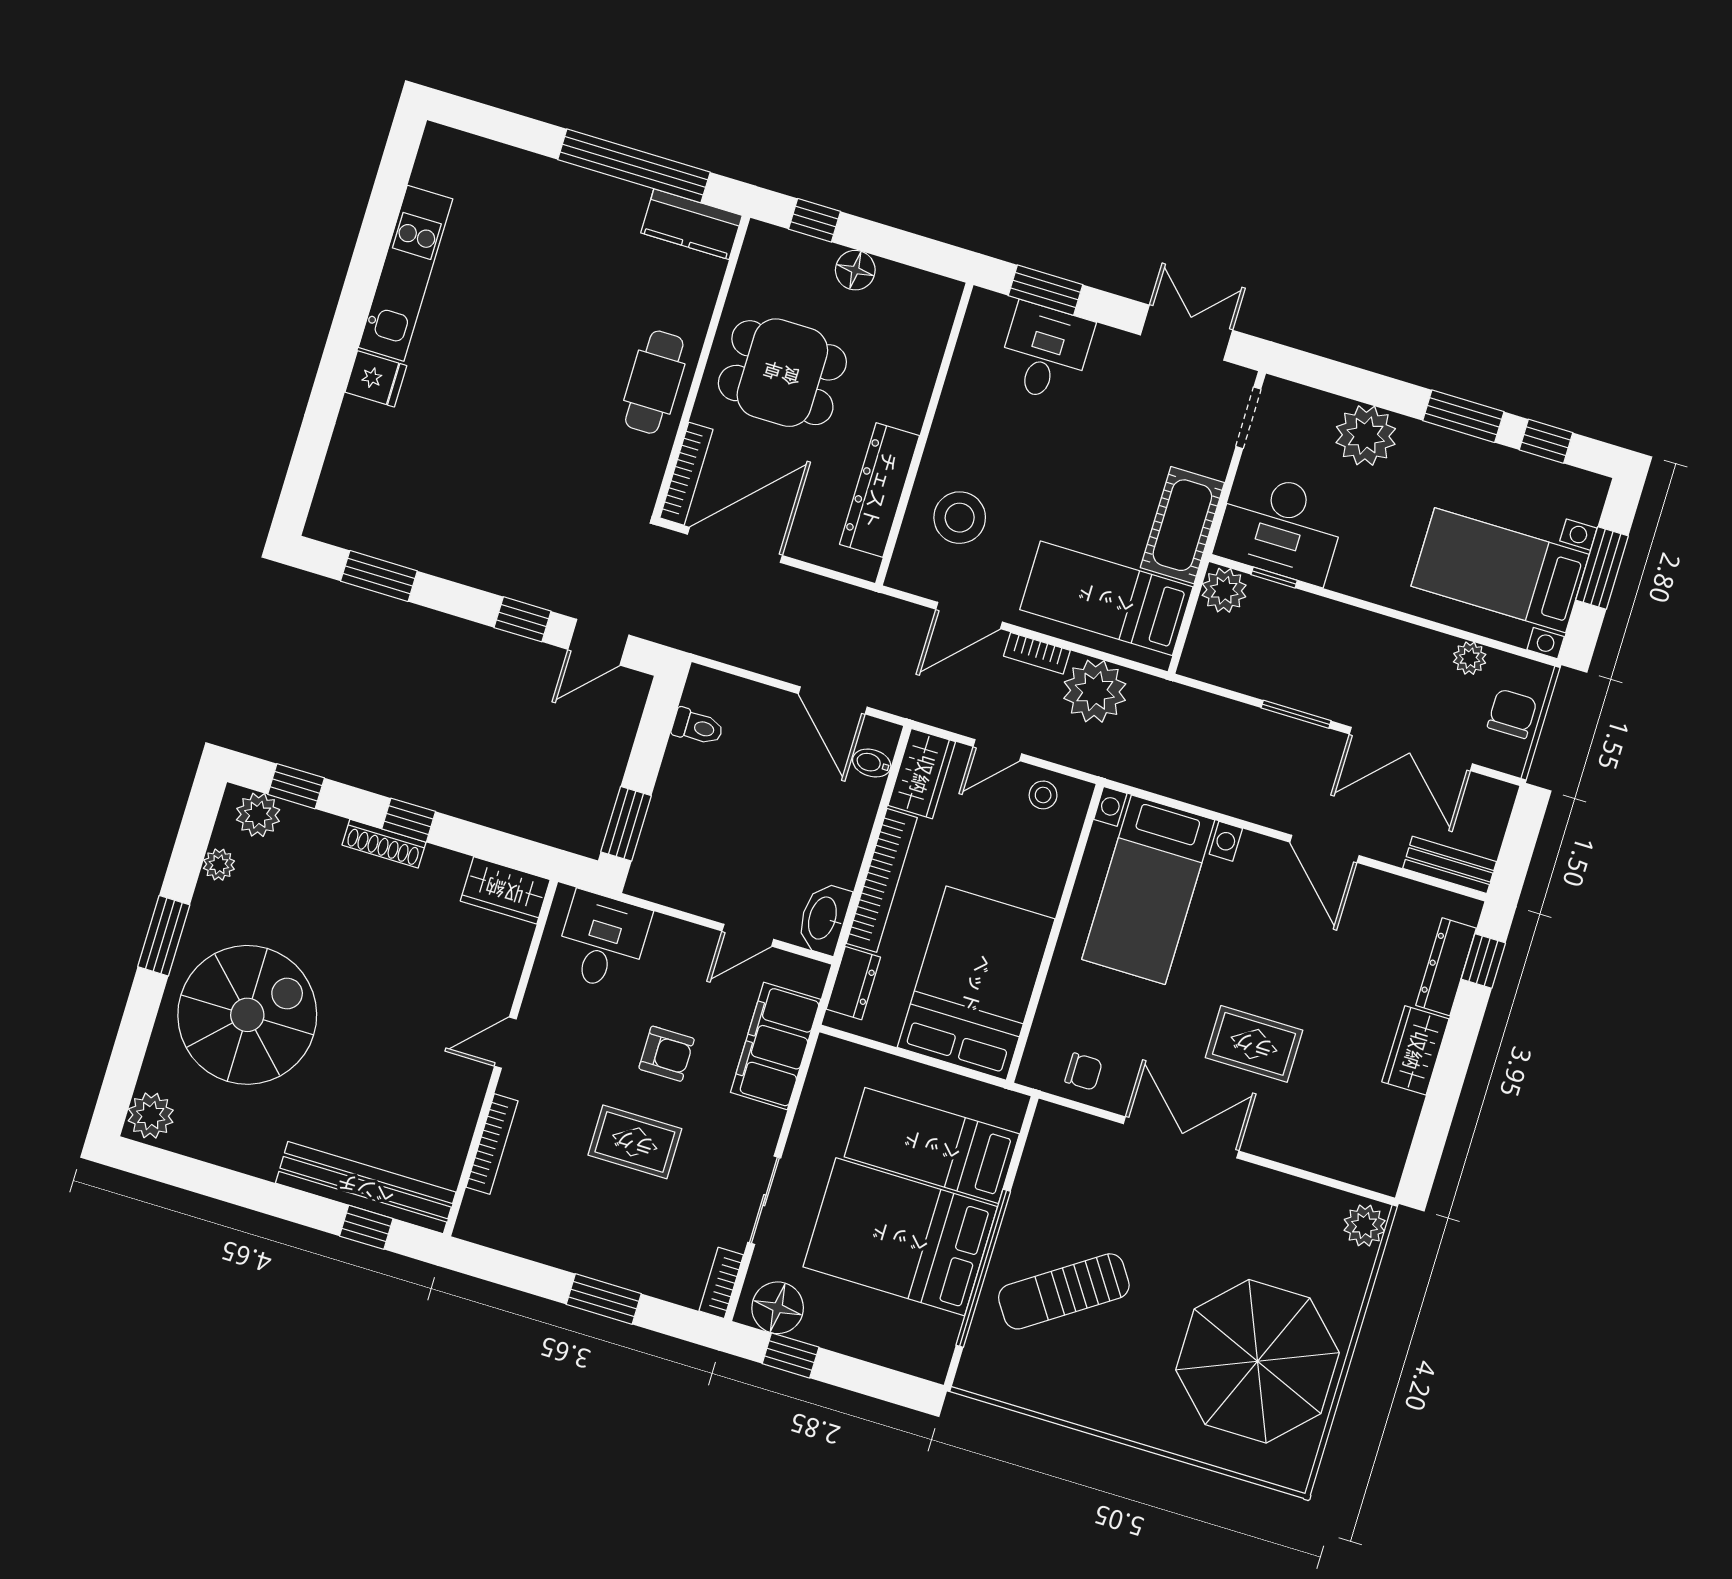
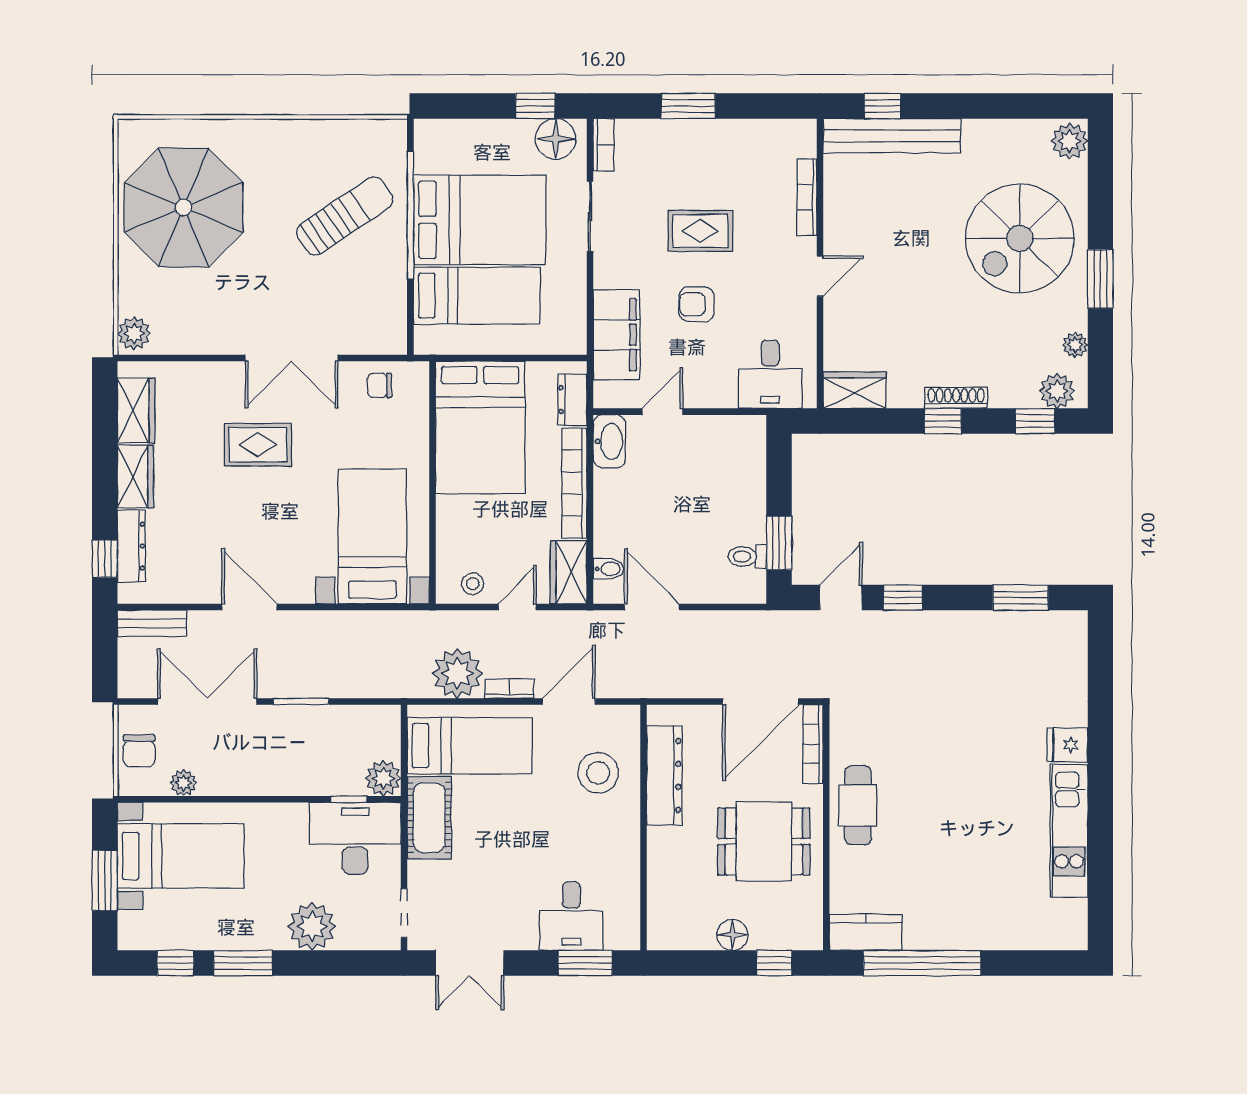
window: (626, 824) -> (779, 543), moved
wardrobe: (1390, 1131) -> (136, 410), added

